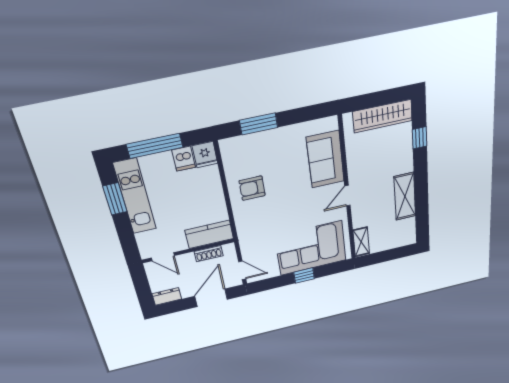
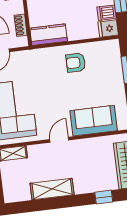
armchair: (252, 188) -> (76, 63), turned -90
door: (347, 196) -> (59, 140), hinge flipped
kitchen counter: (209, 234) -> (49, 35), moved, turned -90

